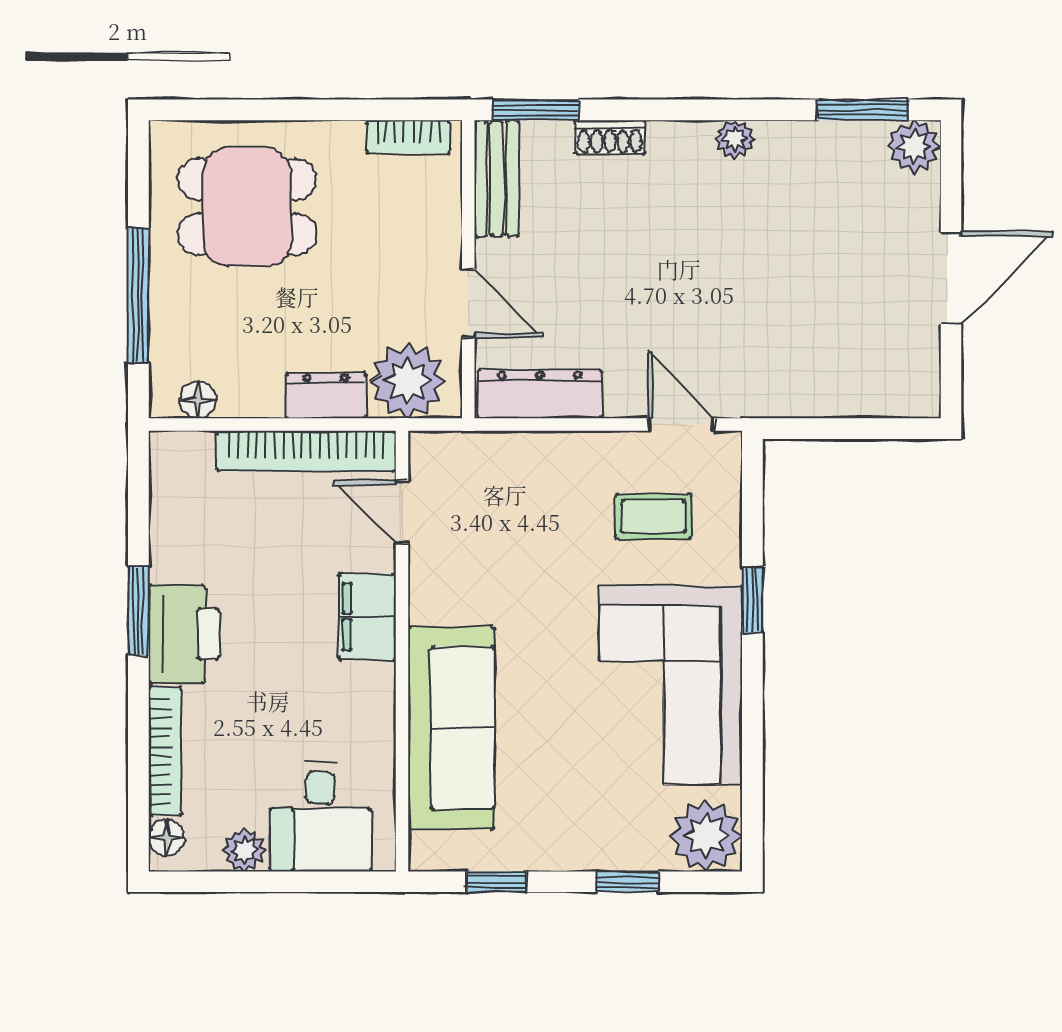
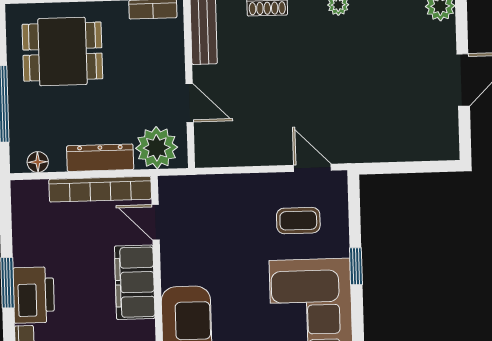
dresser: (540, 394) -> (232, 153), removed
dresser: (326, 396) -> (100, 158), width x1.44
filing cabinet: (367, 617) -> (135, 282), width x1.50, depth x1.17

